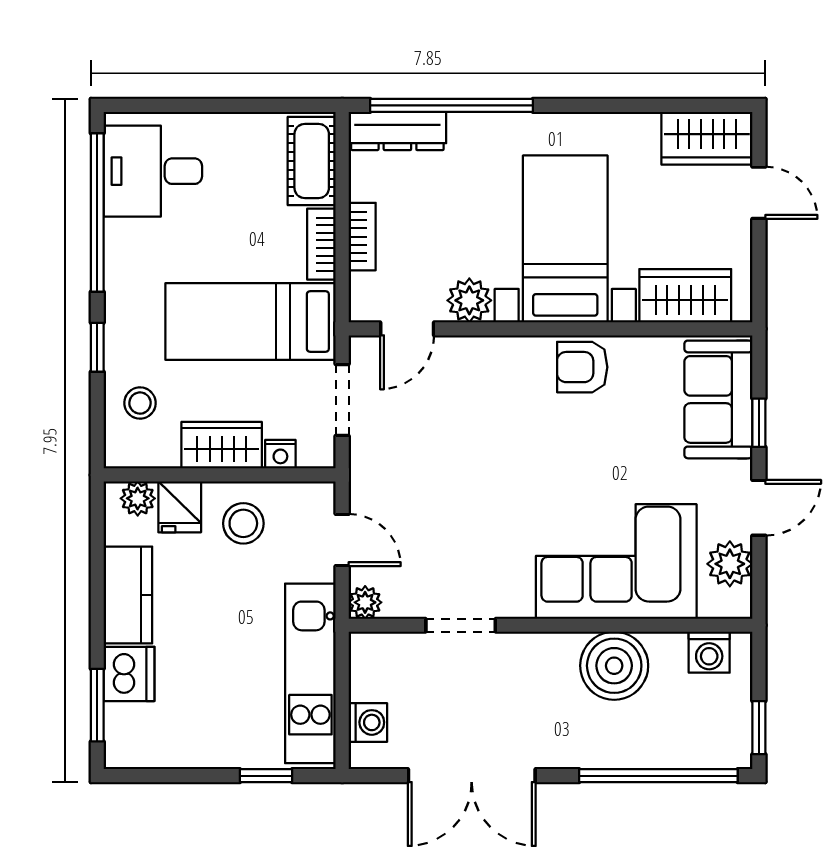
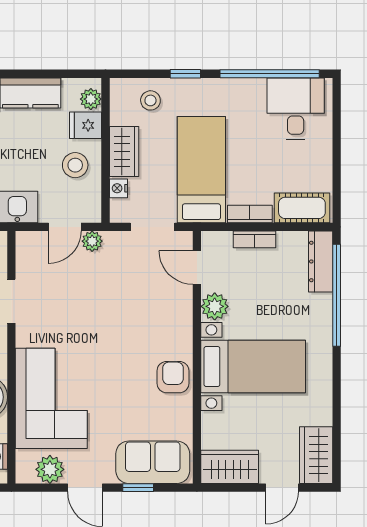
wardrobe: (685, 296) -> (230, 467), moved, turned -90
plant: (365, 602) -> (92, 241), moved

